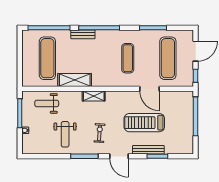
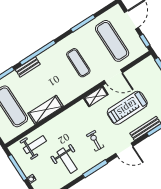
shelving: (94, 96) -> (96, 96), moved
weight bench: (47, 103) -> (35, 145), turned 180

